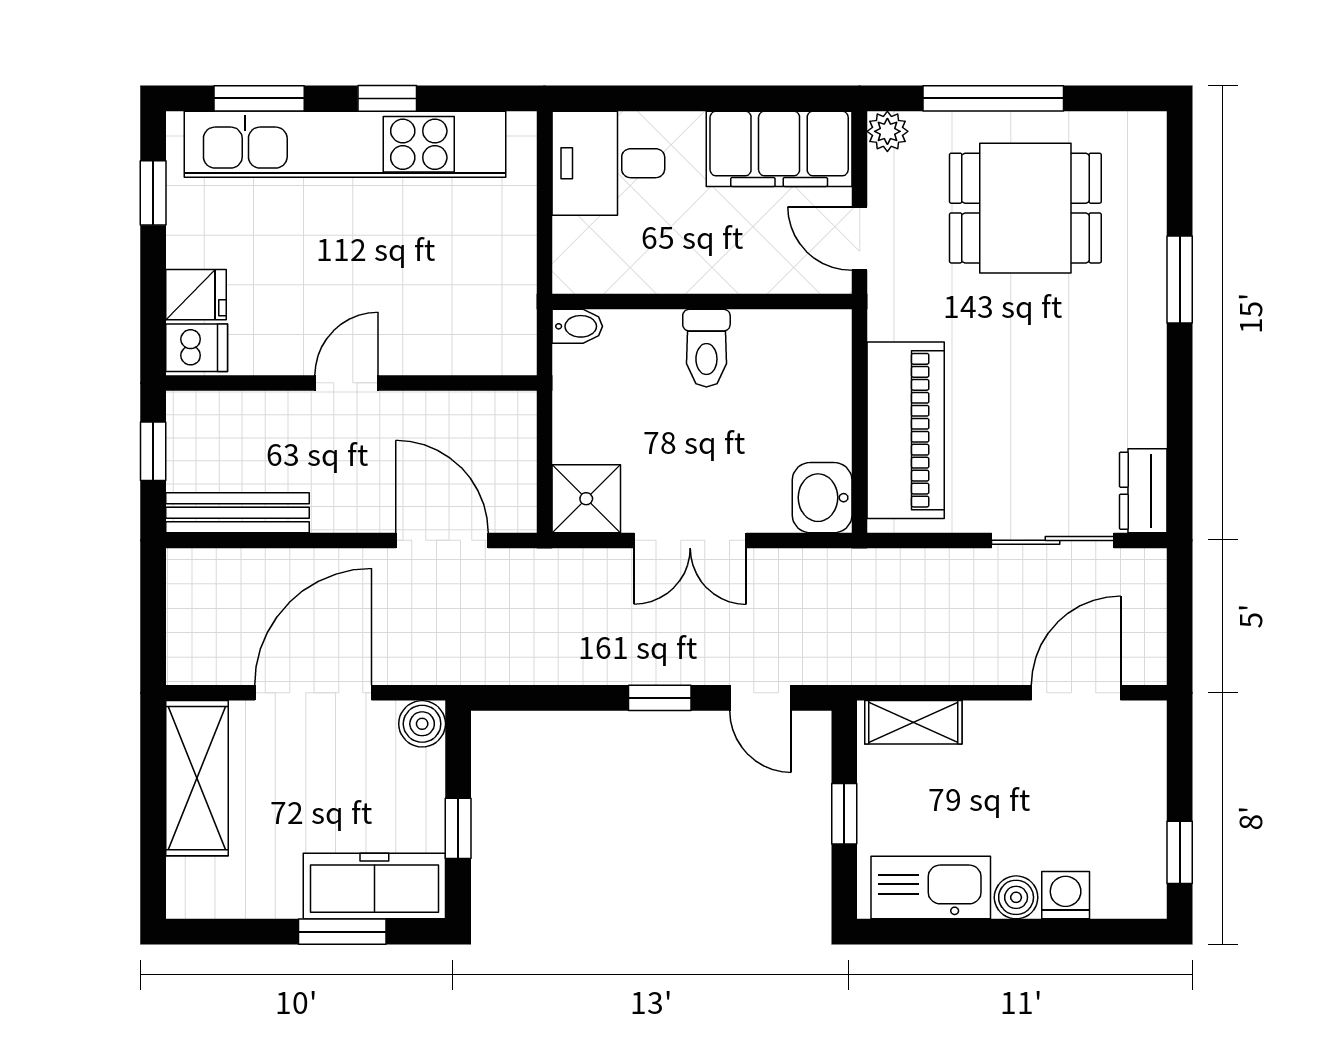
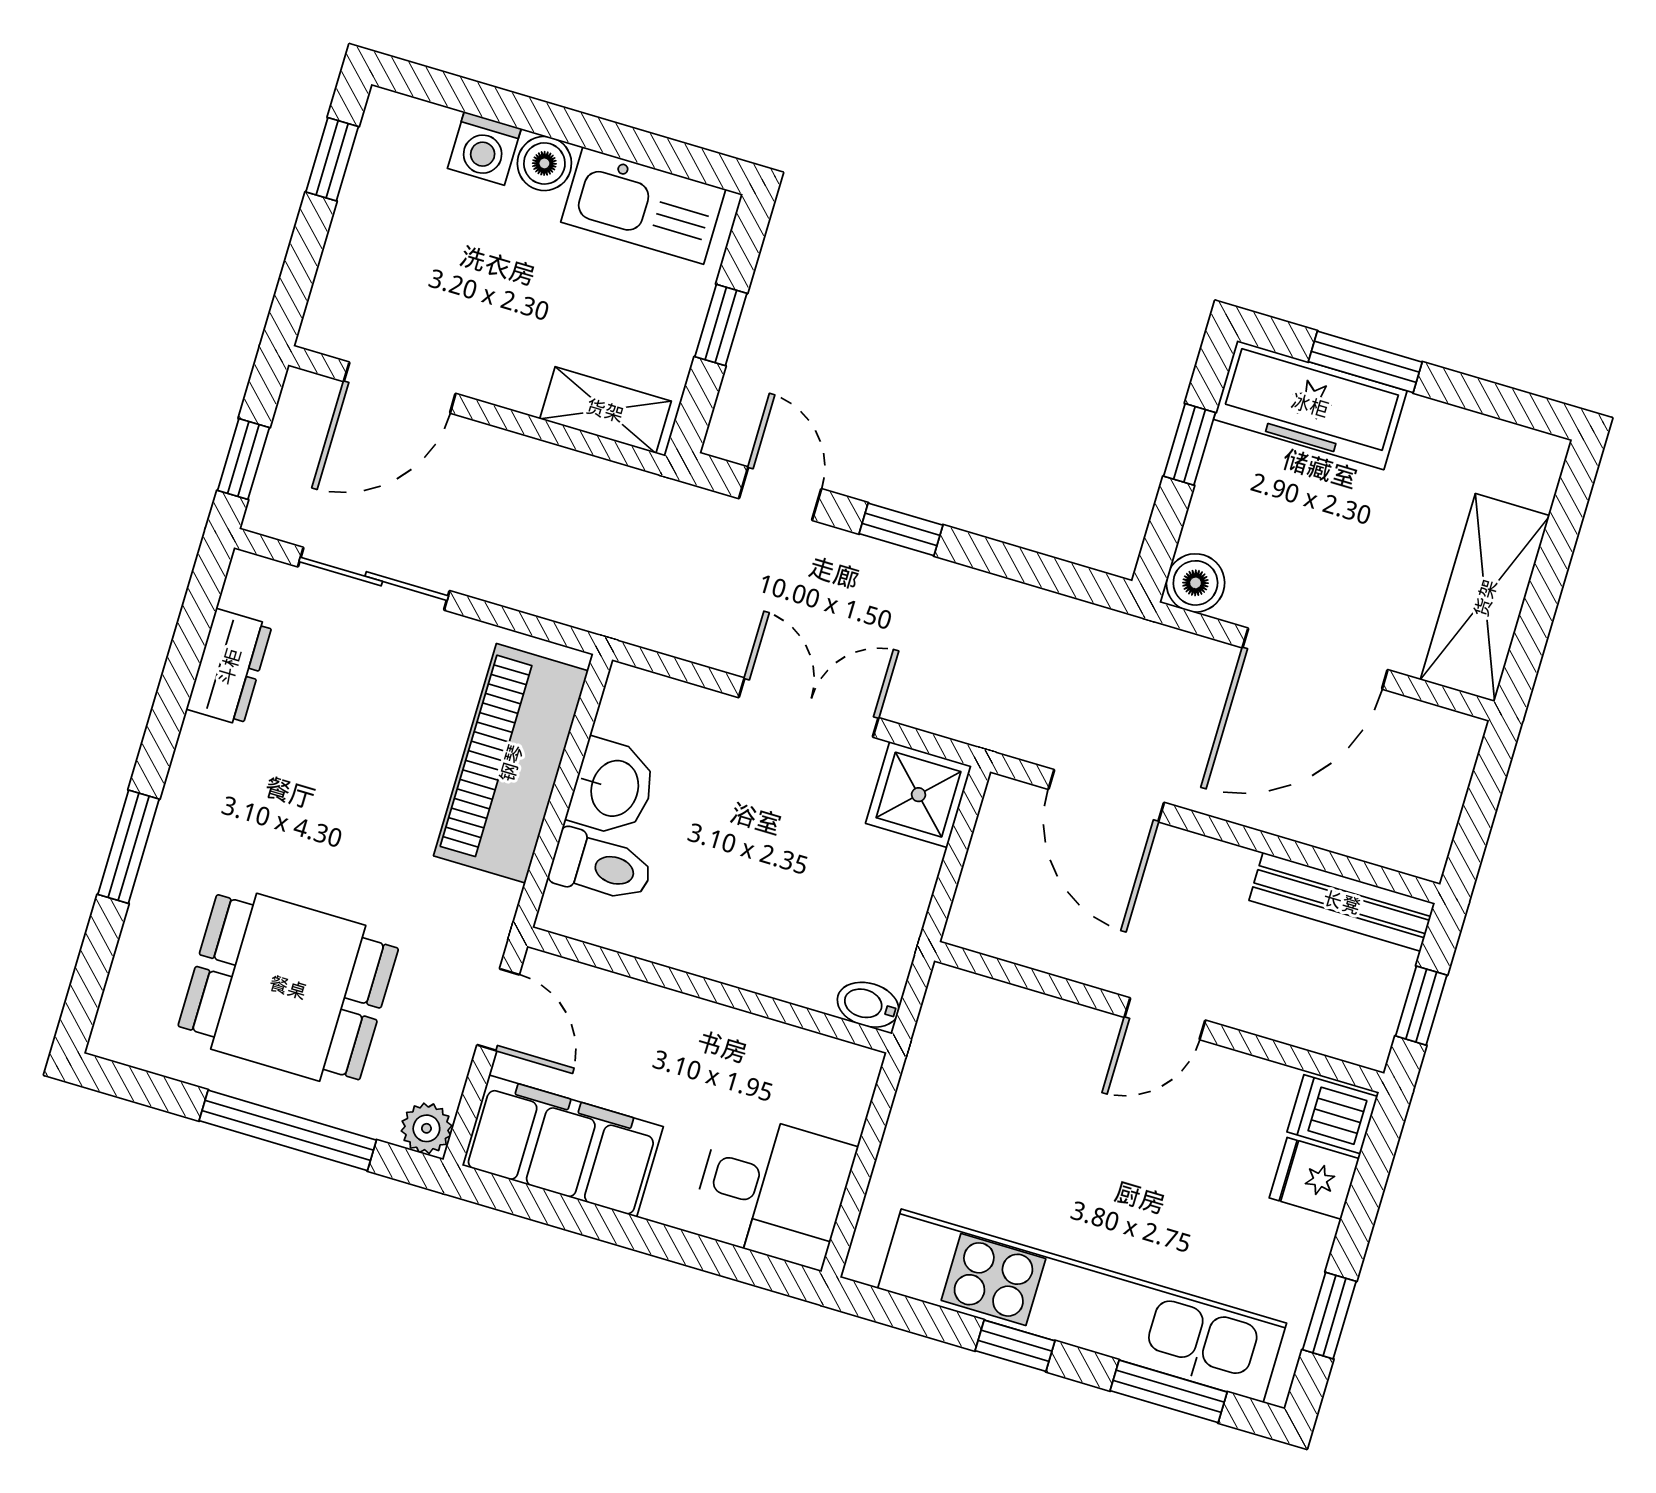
toilet: (706, 348) -> (601, 866), moved, turned 90
dresser: (1143, 491) -> (229, 667), moved
washbasin: (822, 498) -> (613, 788), moved
window: (1180, 603) -> (243, 459), added

